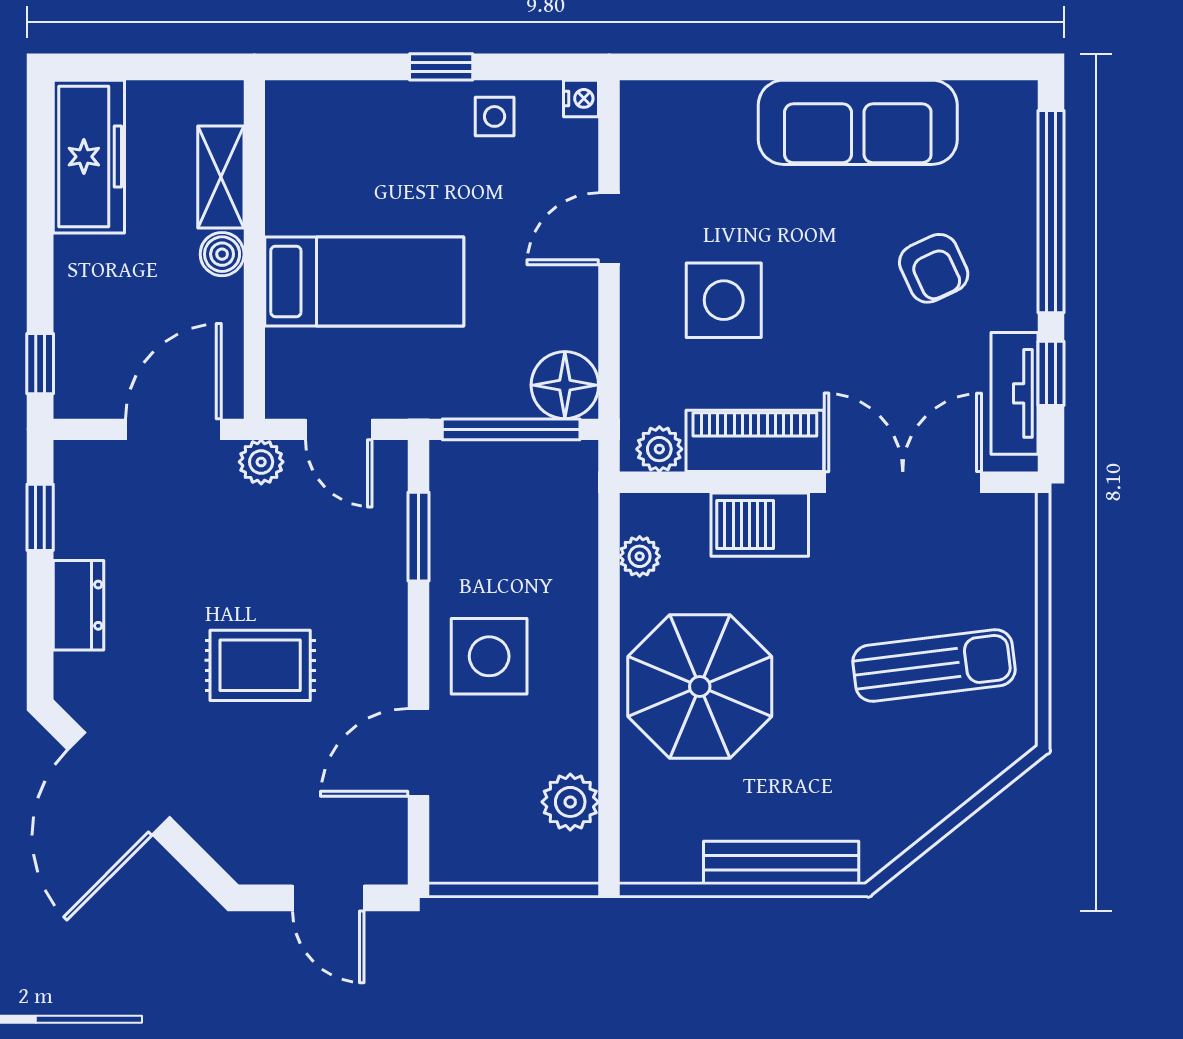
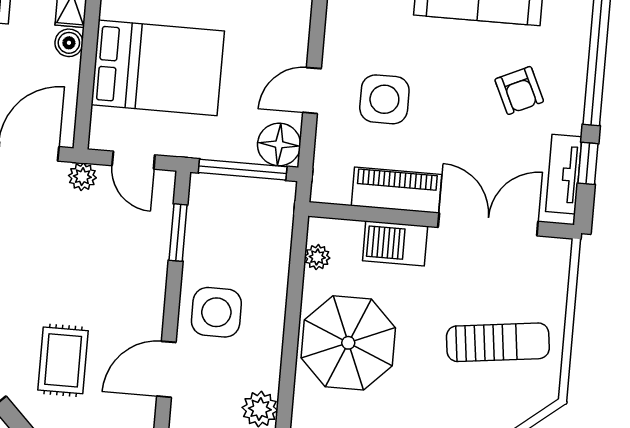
door: (609, 229) -> (312, 91), moved
bed: (364, 281) -> (158, 68), width x1.50
plant: (659, 449) -> (336, 190), removed
rug: (260, 665) -> (63, 360), moved, turned 90

